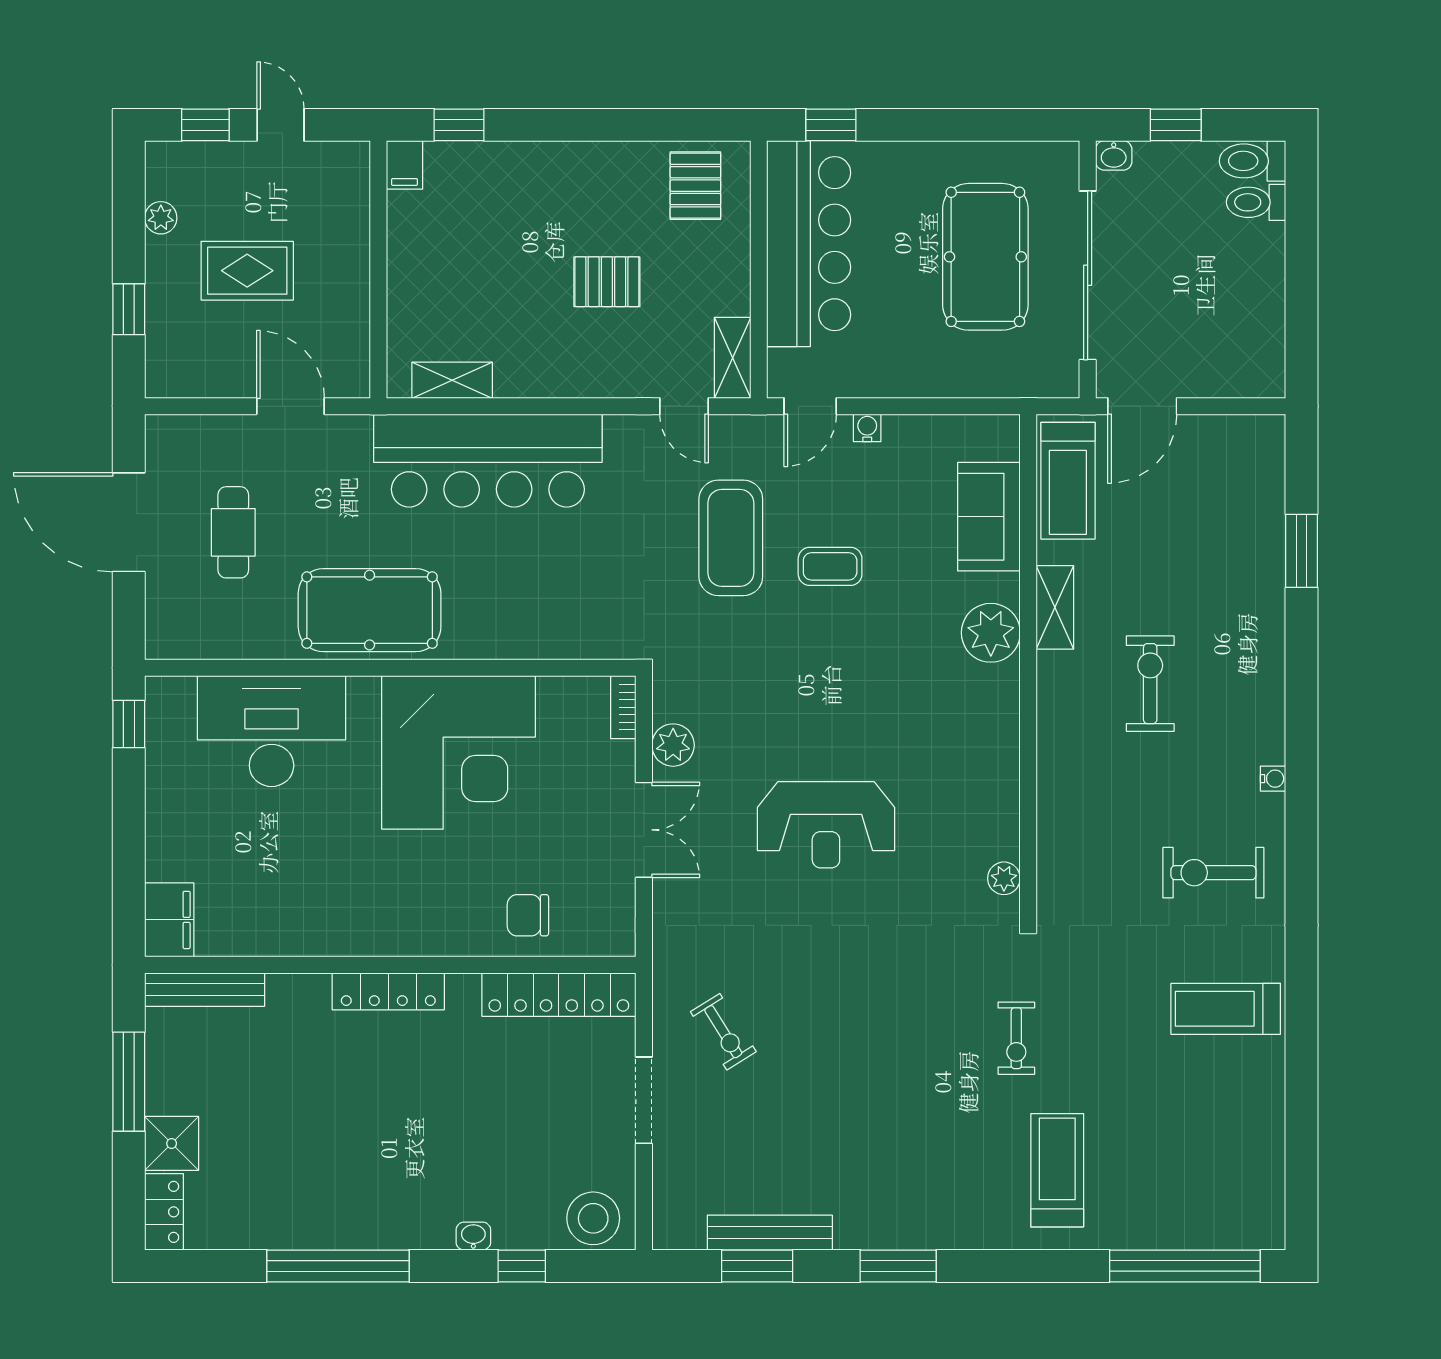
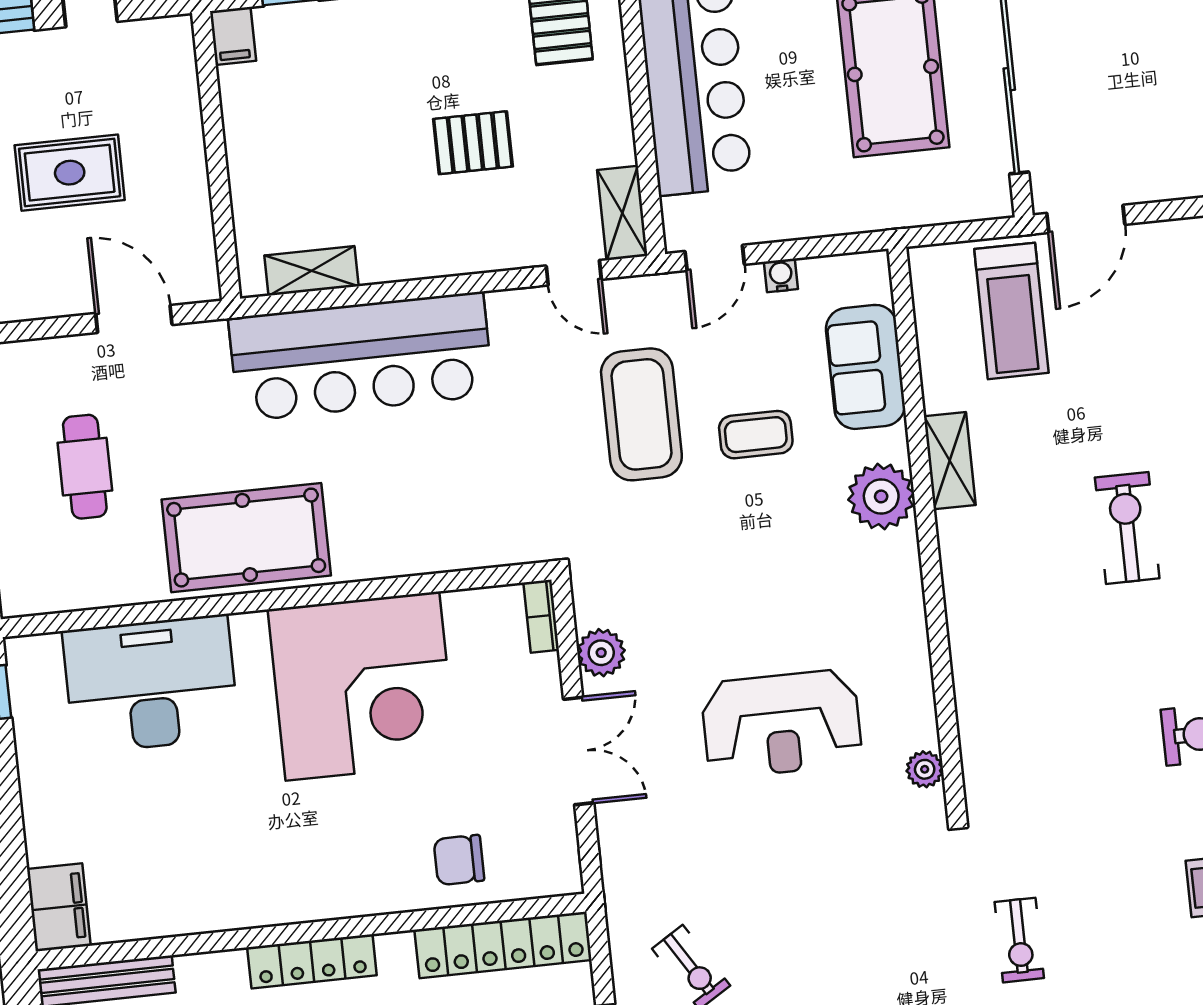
sofa: (989, 517) -> (865, 367), moved
shelving: (1055, 607) -> (950, 461), moved
plant: (991, 633) -> (881, 496), moved
wall: (1028, 666) -> (927, 529), moved
plant: (1004, 878) -> (925, 769), moved

